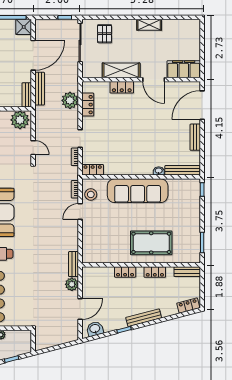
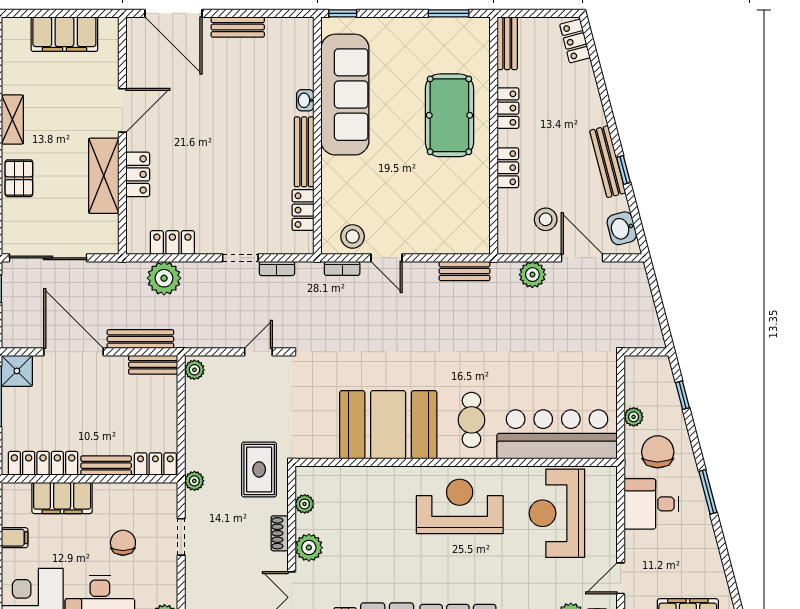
pallet: (105, 34) -> (19, 178), moved, turned 90
filing cabinet: (184, 69) -> (64, 34), moved, turned -90
plant: (20, 120) -> (194, 370), width x0.53, depth x0.53
locker: (93, 170) -> (303, 210), moved
bench: (182, 170) -> (304, 152), moved
sofa: (138, 191) -> (345, 95), moved
bench: (74, 264) -> (465, 271), moved
stool: (99, 291) -> (546, 219), added
bench: (144, 318) -> (608, 162), moved

